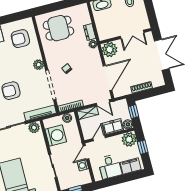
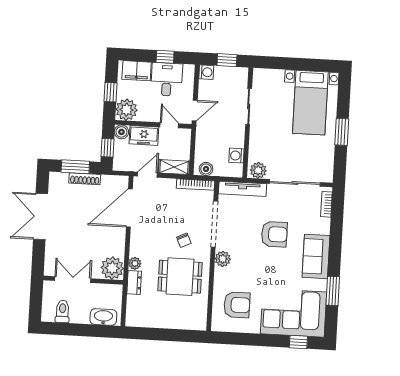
dining table: (58, 28) -> (180, 277), moved
double door: (132, 34) -> (73, 280), moved
wall: (126, 36) -> (83, 280), moved
plant: (110, 50) -> (112, 268), moved
window: (150, 93) -> (75, 167), added
door: (103, 103) -> (147, 175), hinge flipped
washing machine: (56, 136) -> (236, 156), width x0.53, depth x0.53
door: (99, 138) -> (169, 125), swing flipped
washing machine: (83, 165) -> (206, 72), moved
window: (116, 180) -> (165, 57), added

